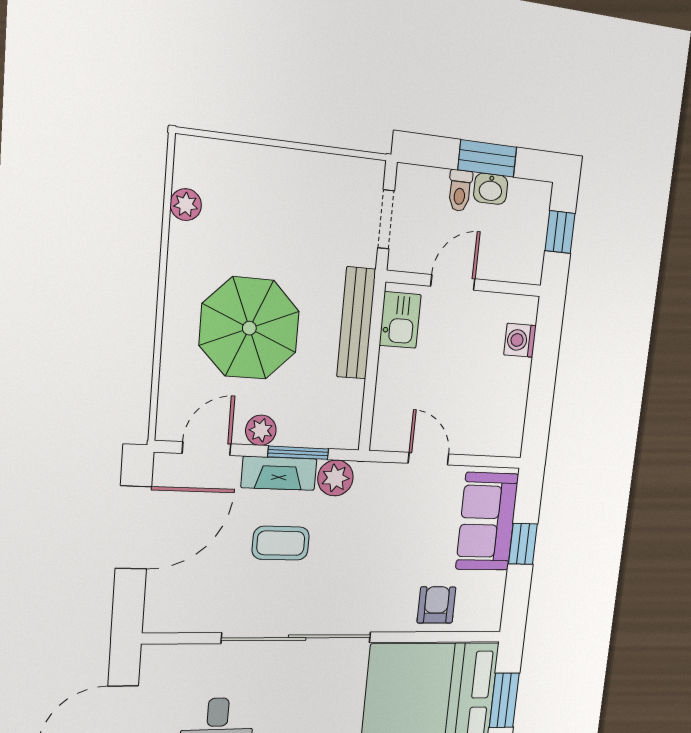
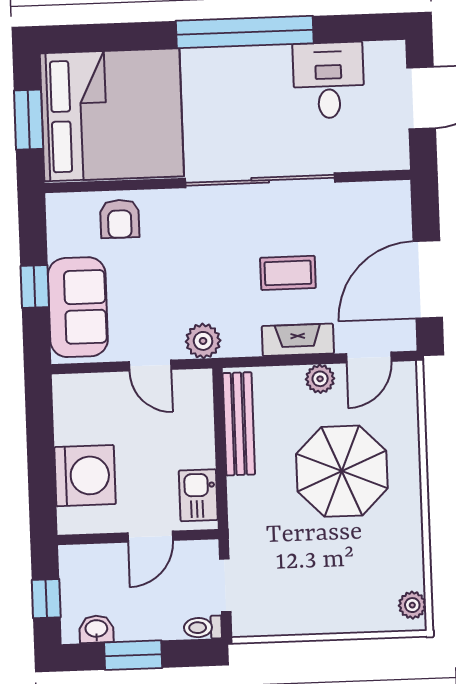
washbasin: (491, 189) -> (96, 629), moved
toilet: (460, 191) -> (203, 627), moved, turned -90
plant: (186, 205) -> (412, 605), moved
bench: (356, 323) -> (239, 424), moved
washing machine: (520, 340) -> (85, 476), width x1.89, depth x1.89
window: (298, 453) -> (282, 361), removed
plant: (335, 478) -> (203, 341), moved

